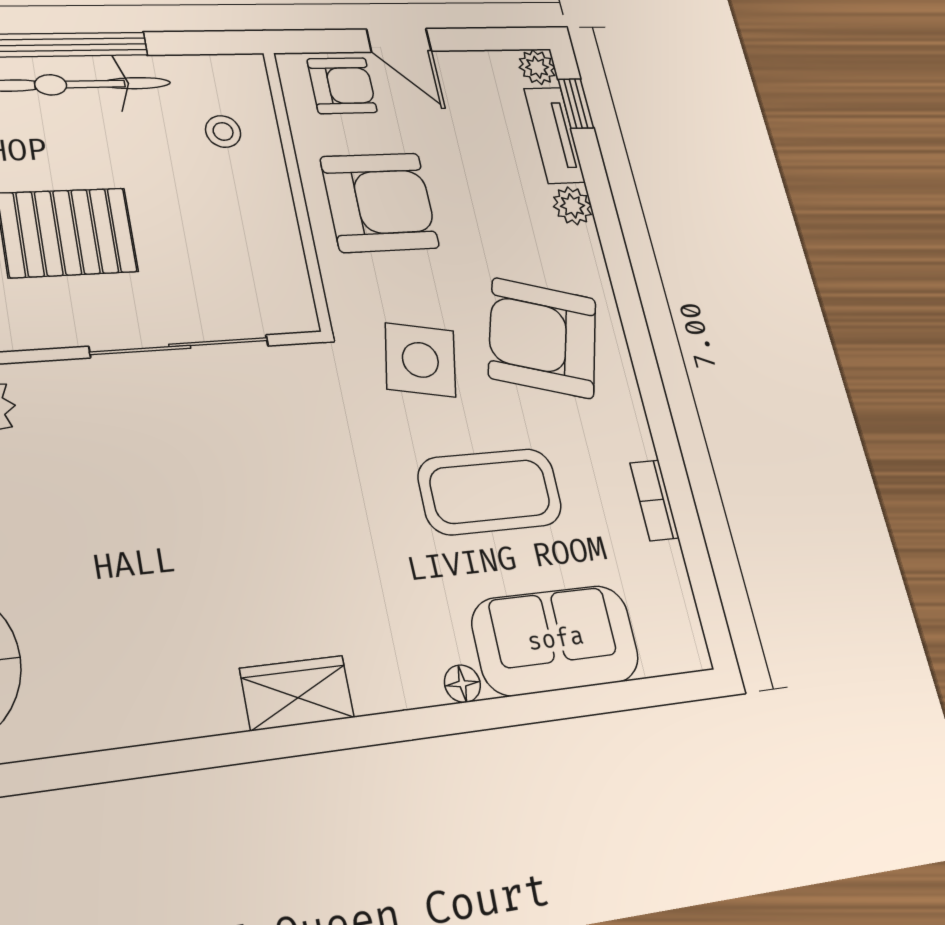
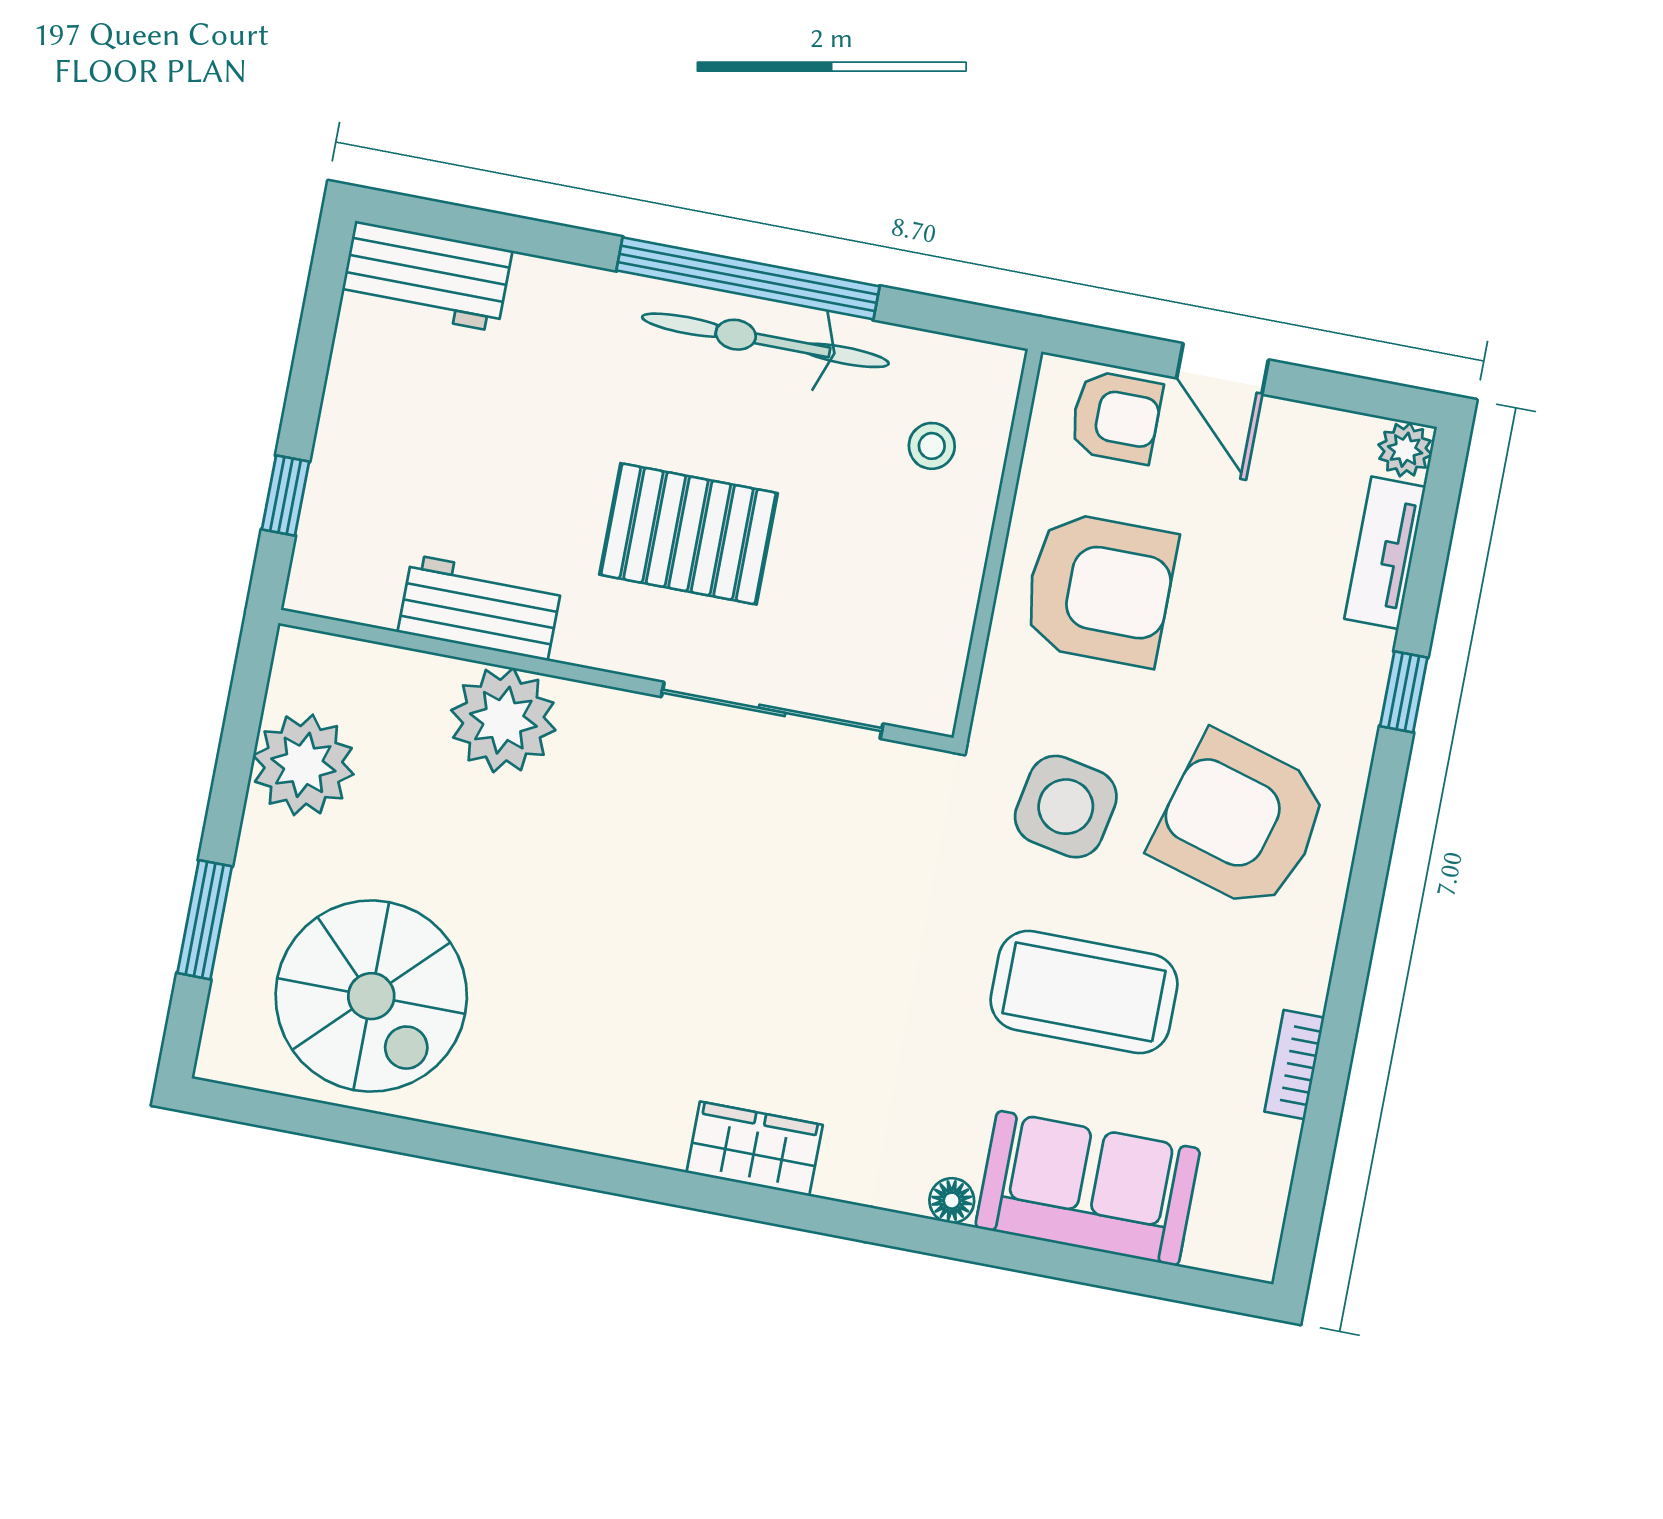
window: (576, 104) -> (1404, 692), moved
plant: (572, 206) -> (1364, 657), removed

